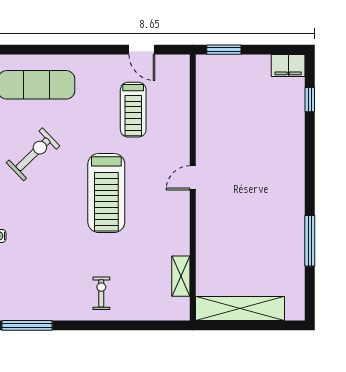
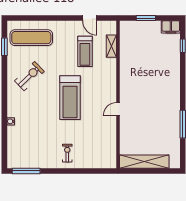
window: (224, 50) -> (146, 18), moved
door: (193, 178) -> (118, 109), moved
shelving: (181, 276) -> (111, 46), moved

